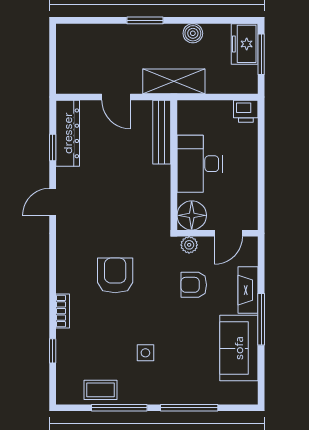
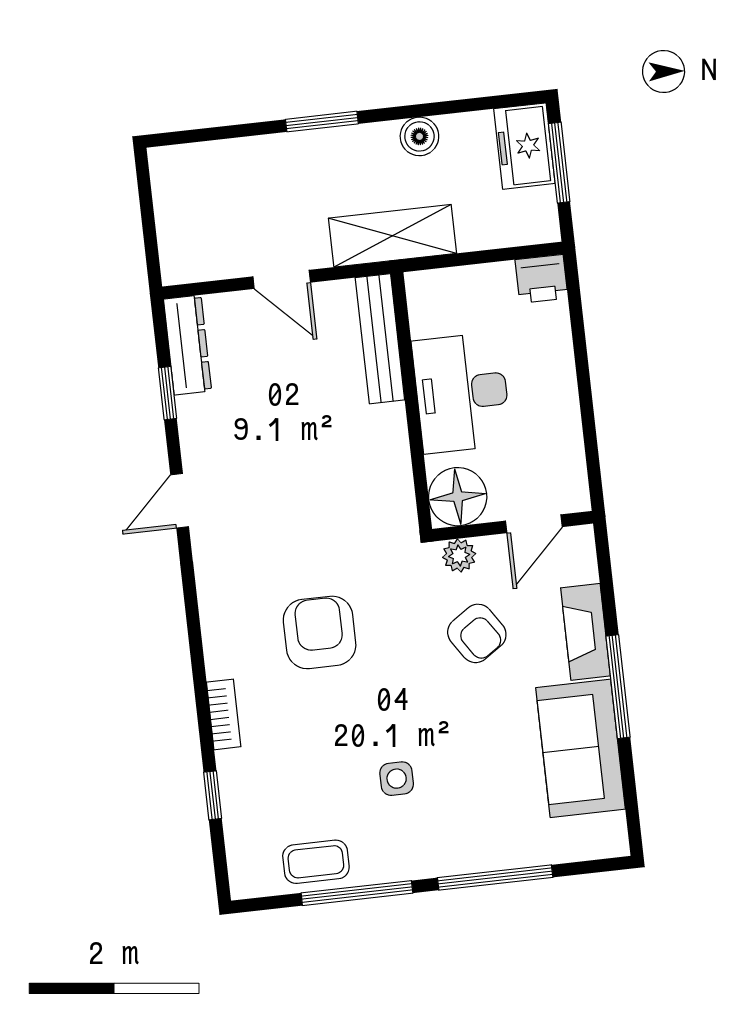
dresser: (68, 133) -> (188, 345), width x0.73, depth x0.80
armchair: (194, 285) -> (477, 633), turned -124

